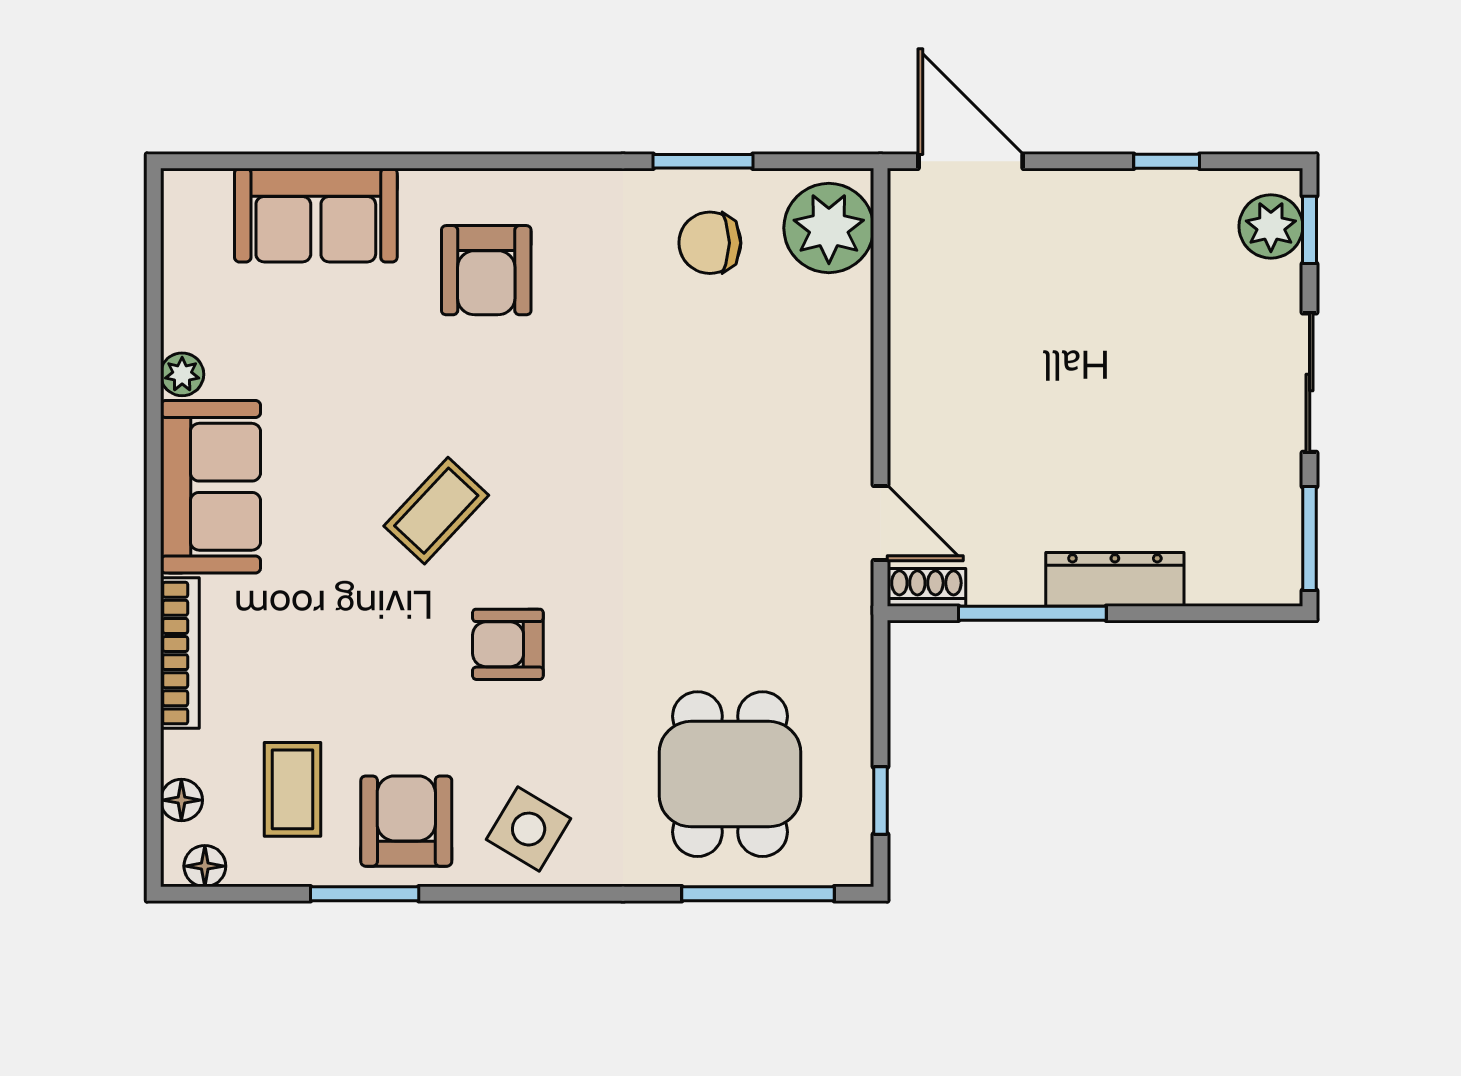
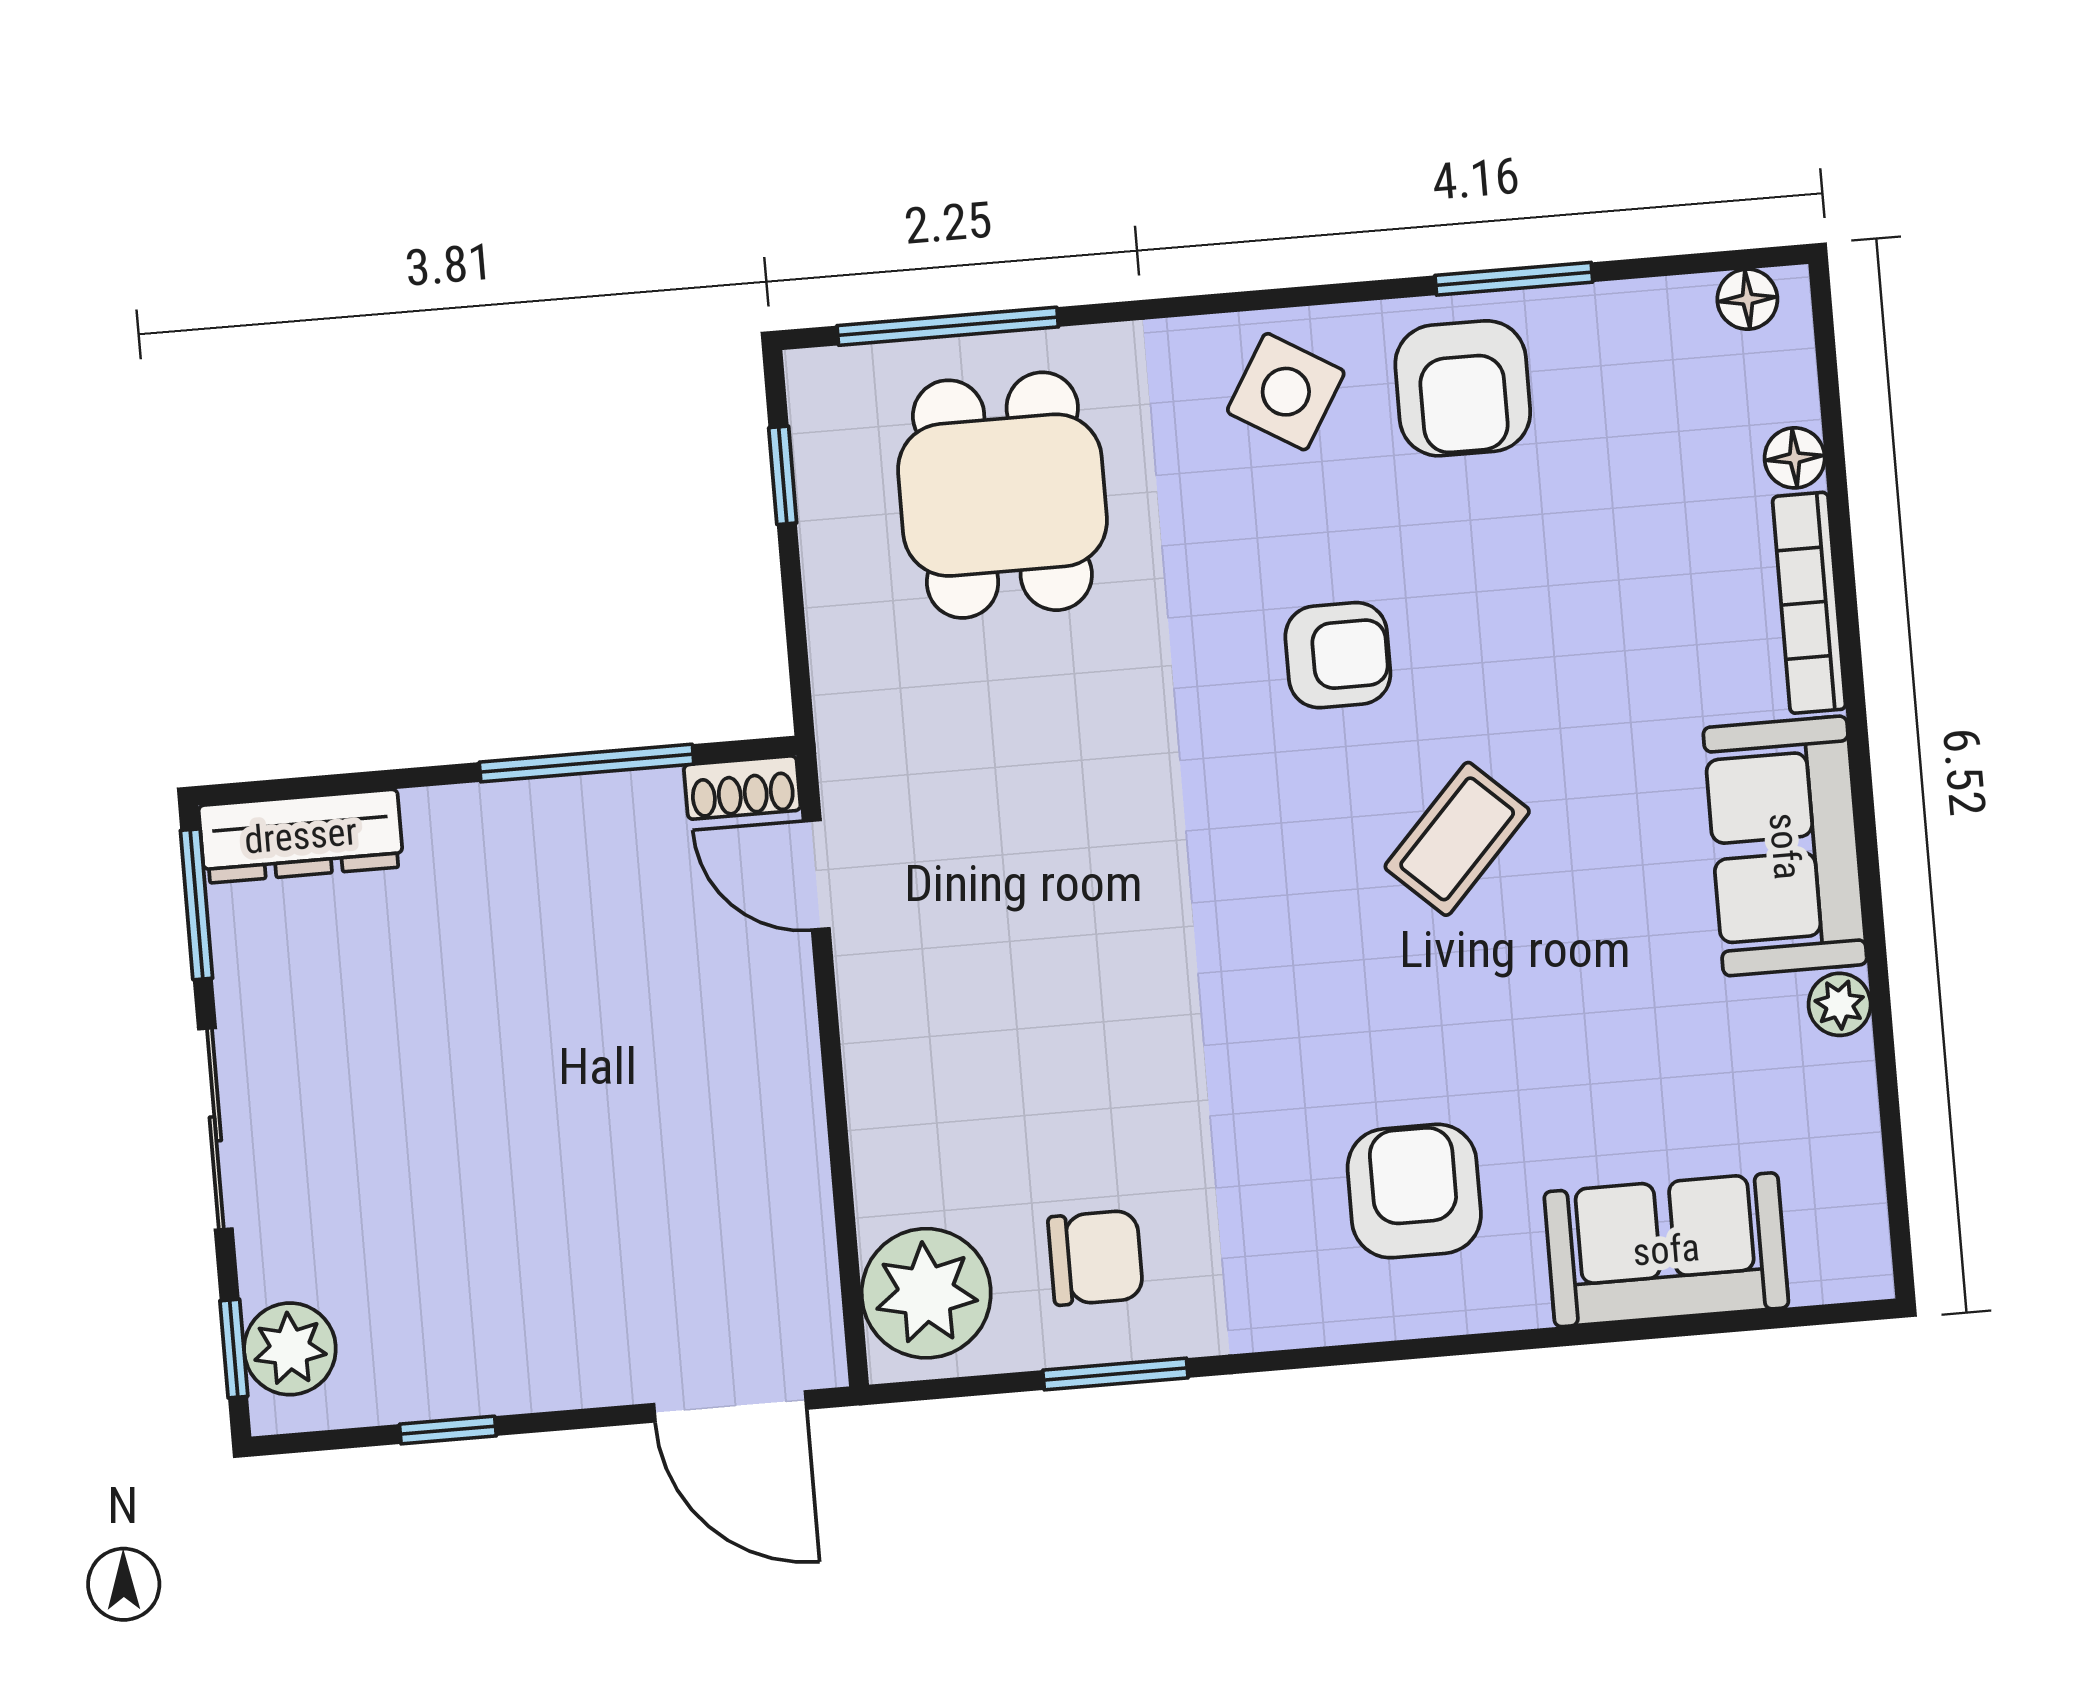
dresser: (1115, 579) -> (301, 836), moved
coffee table: (293, 789) -> (1630, 420), removed
floor lamp: (181, 800) -> (1795, 458), moved

